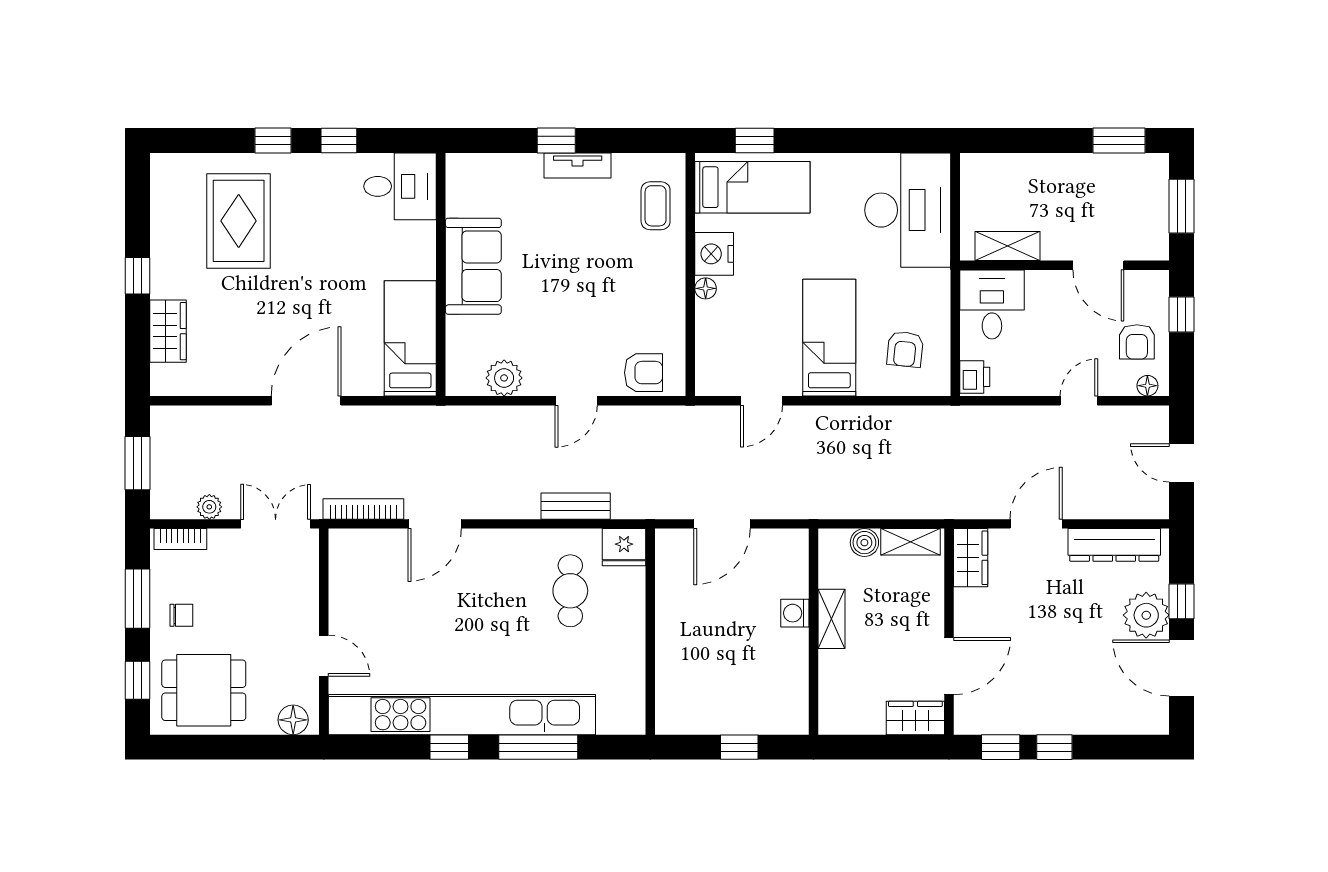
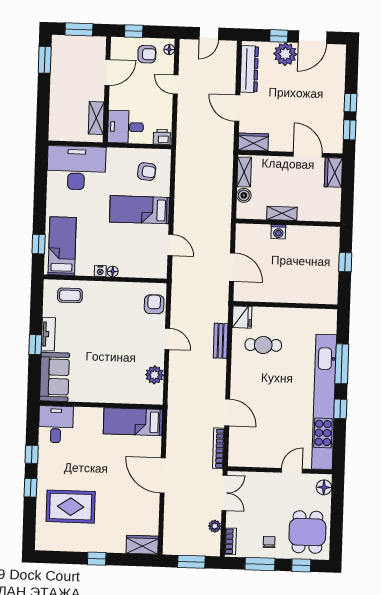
nightstand: (714, 254) -> (100, 271), width x0.53, depth x0.56
sofa: (473, 266) -> (55, 377), moved, turned 90
wardrobe: (168, 331) -> (142, 545), moved
double door: (276, 524) -> (224, 493), swing flipped

